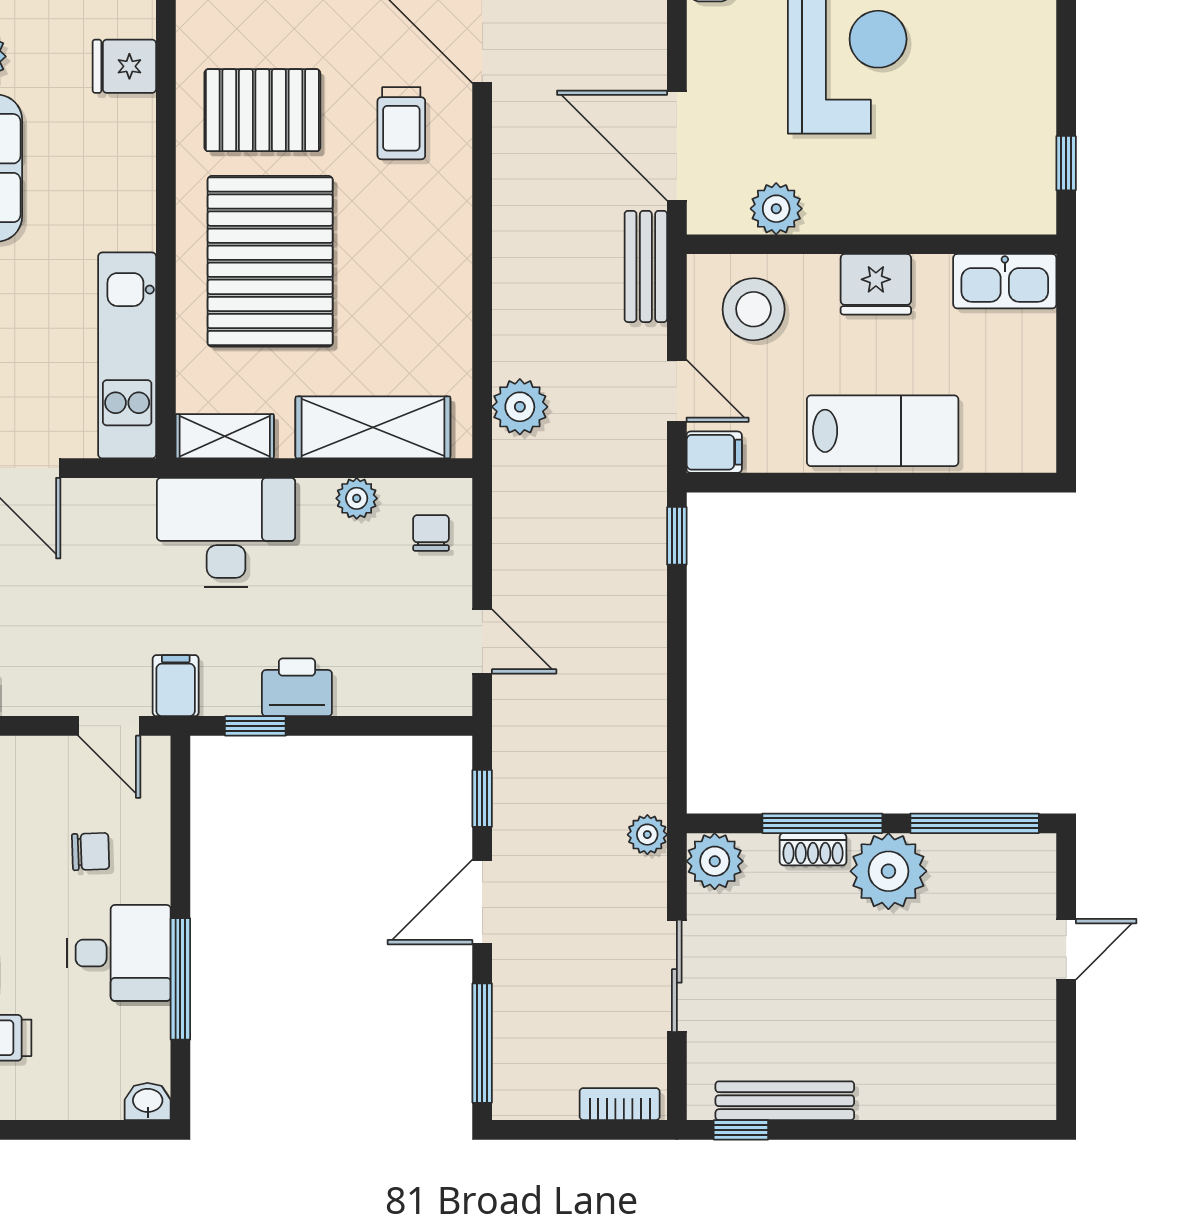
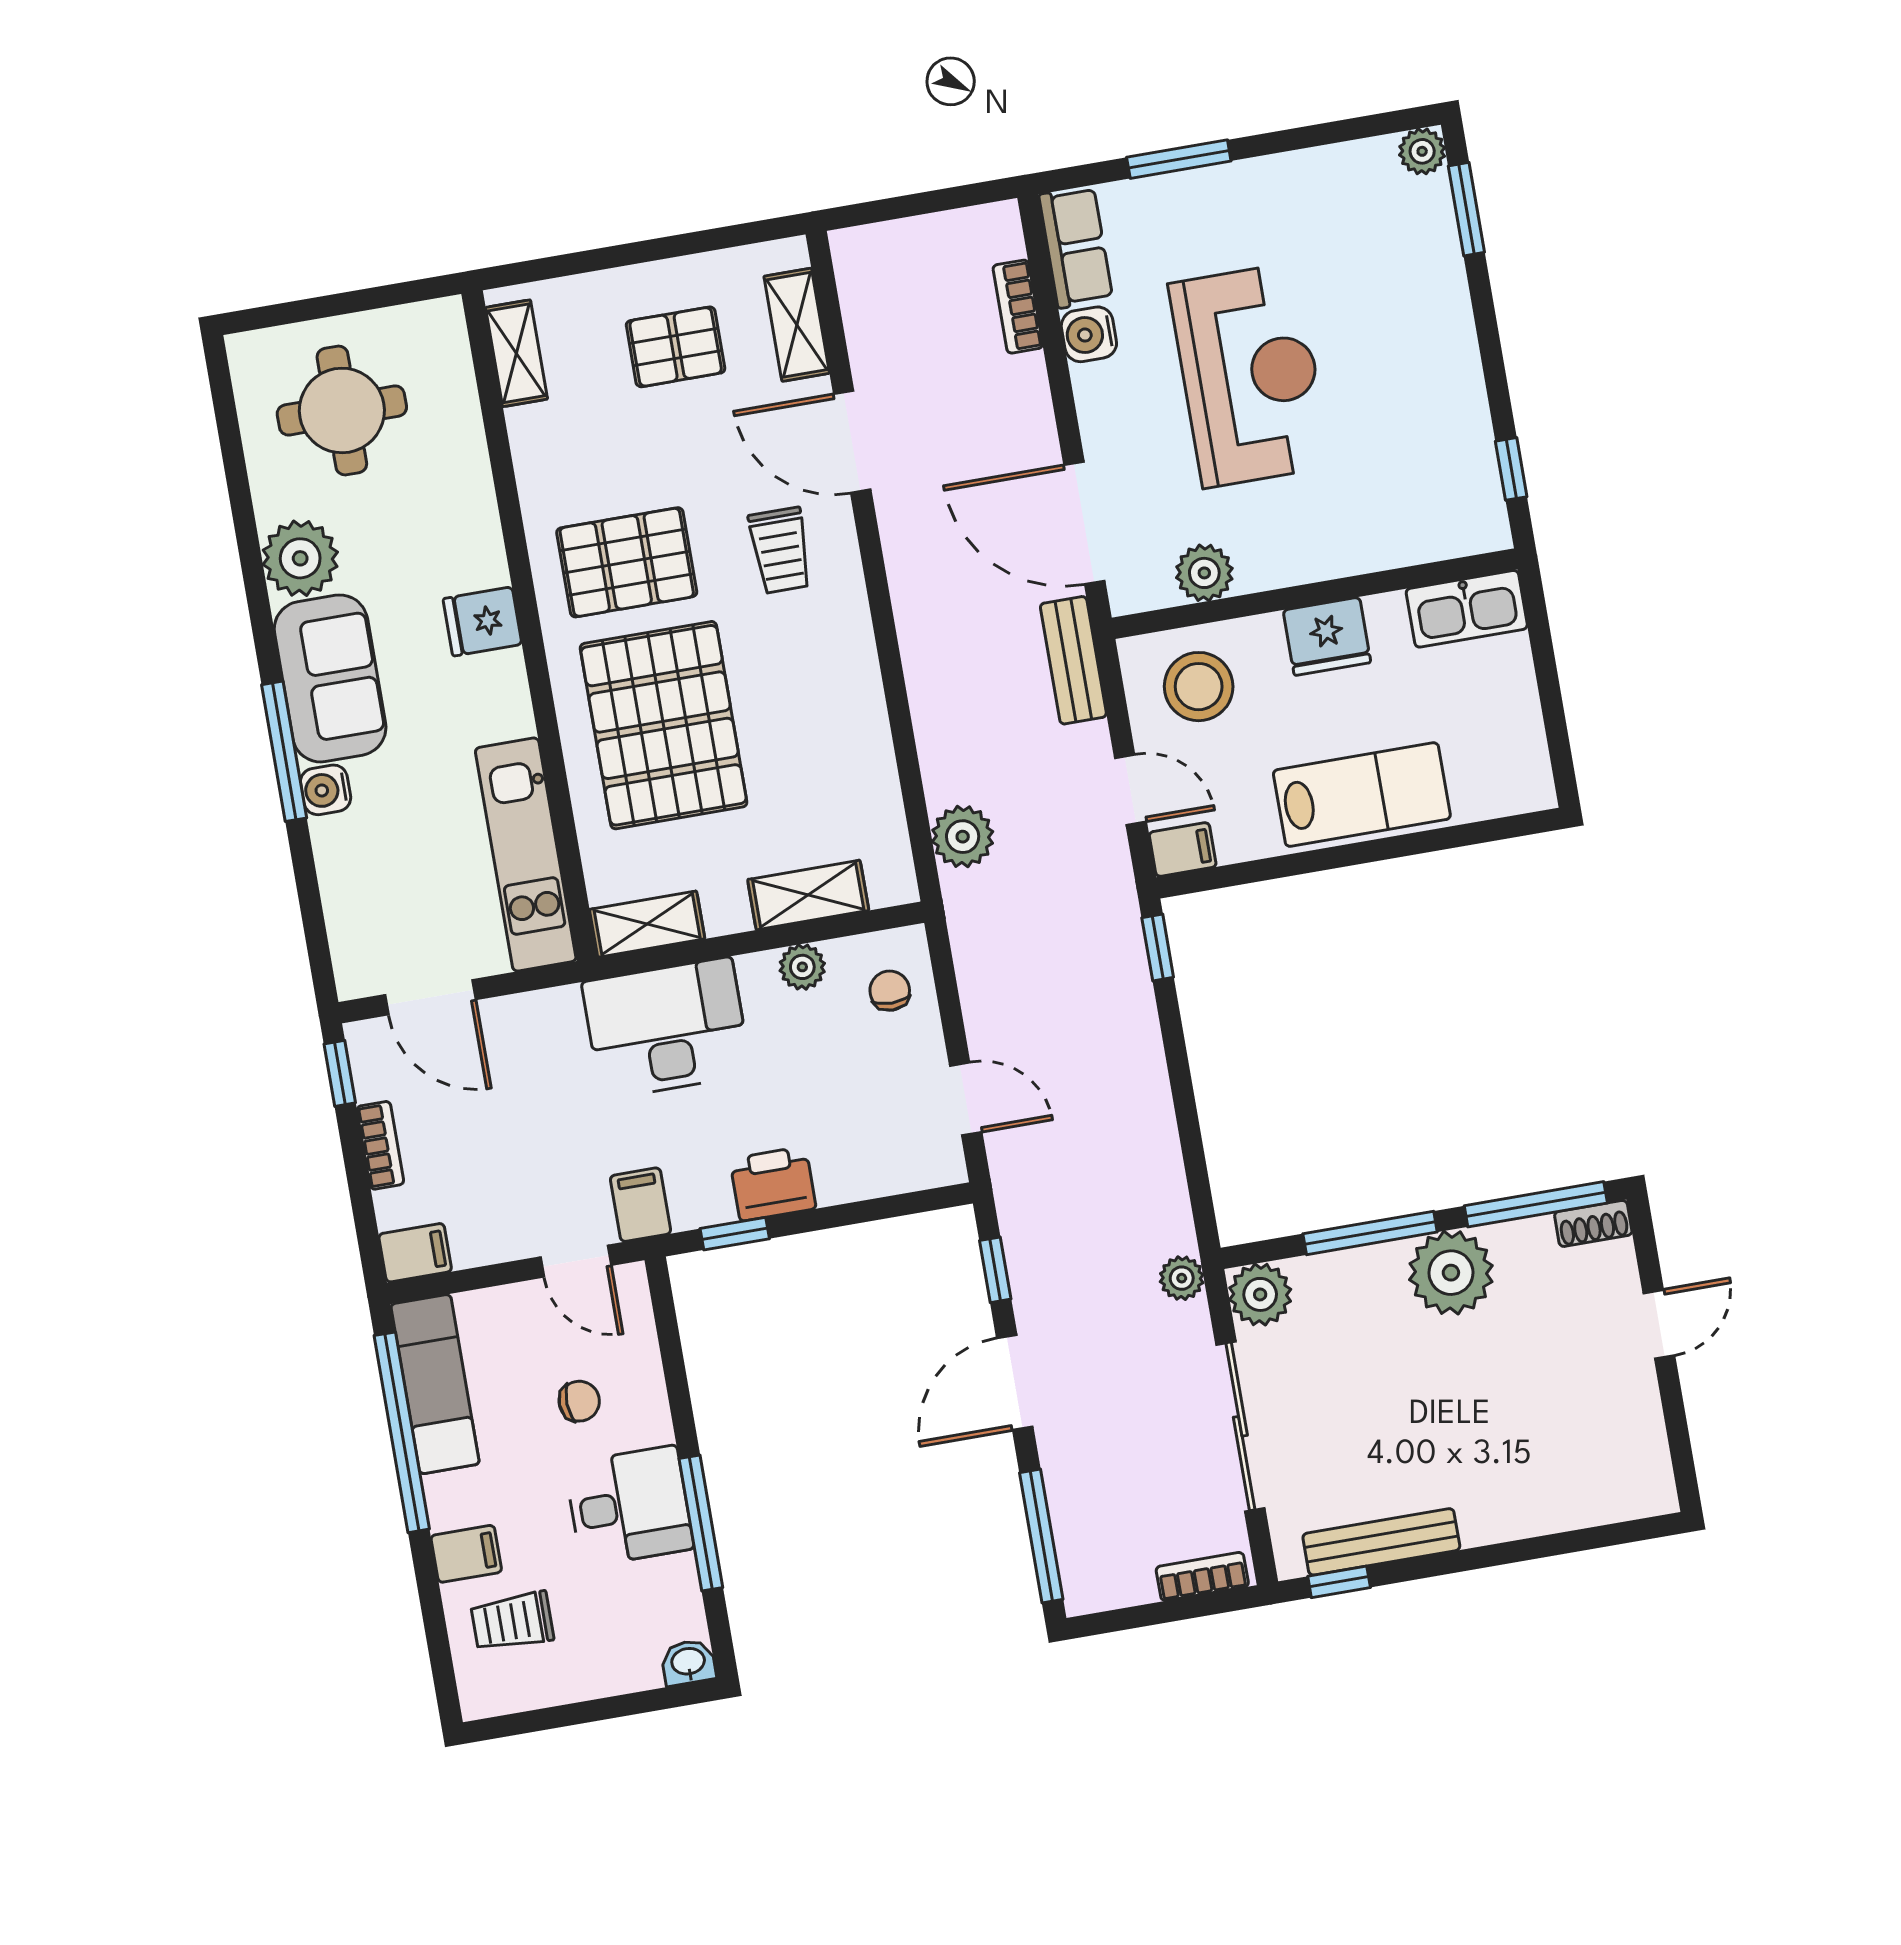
fridge: (124, 66) -> (482, 622), moved
shelving: (373, 427) -> (808, 895), width x0.67, depth x0.75
shoe rack: (813, 849) -> (1593, 1223), moved
sliding door: (677, 976) -> (1240, 1426), width x1.37

